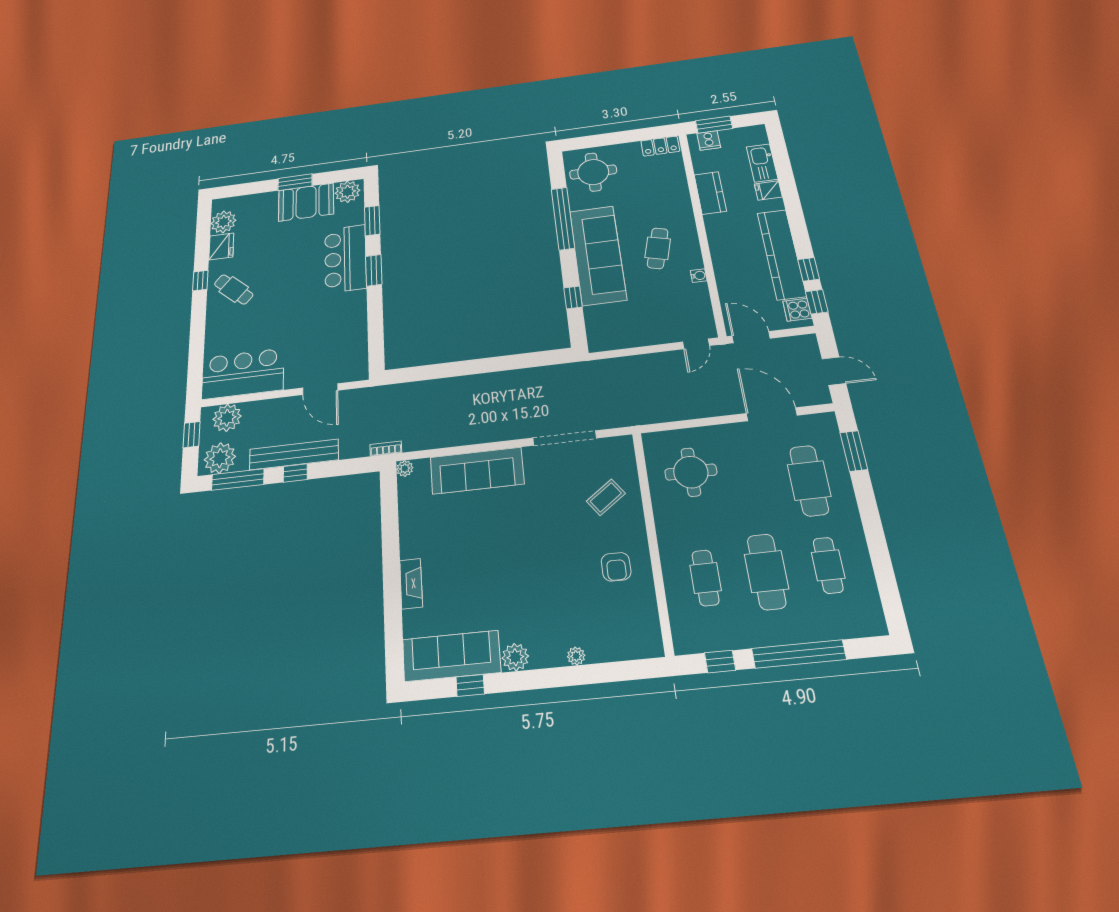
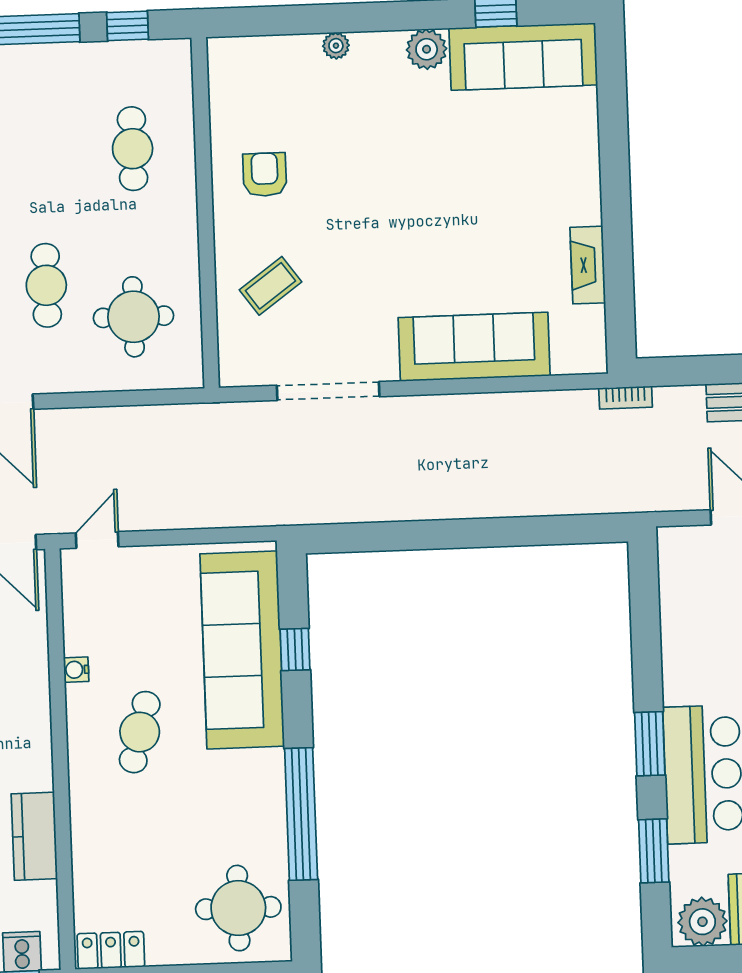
sofa: (598, 255) -> (242, 650), moved
plant: (405, 468) -> (594, 360), removed
cafe table: (767, 572) -> (46, 285), moved, width x0.73, depth x0.74
fireplace: (411, 584) -> (588, 265), moved

